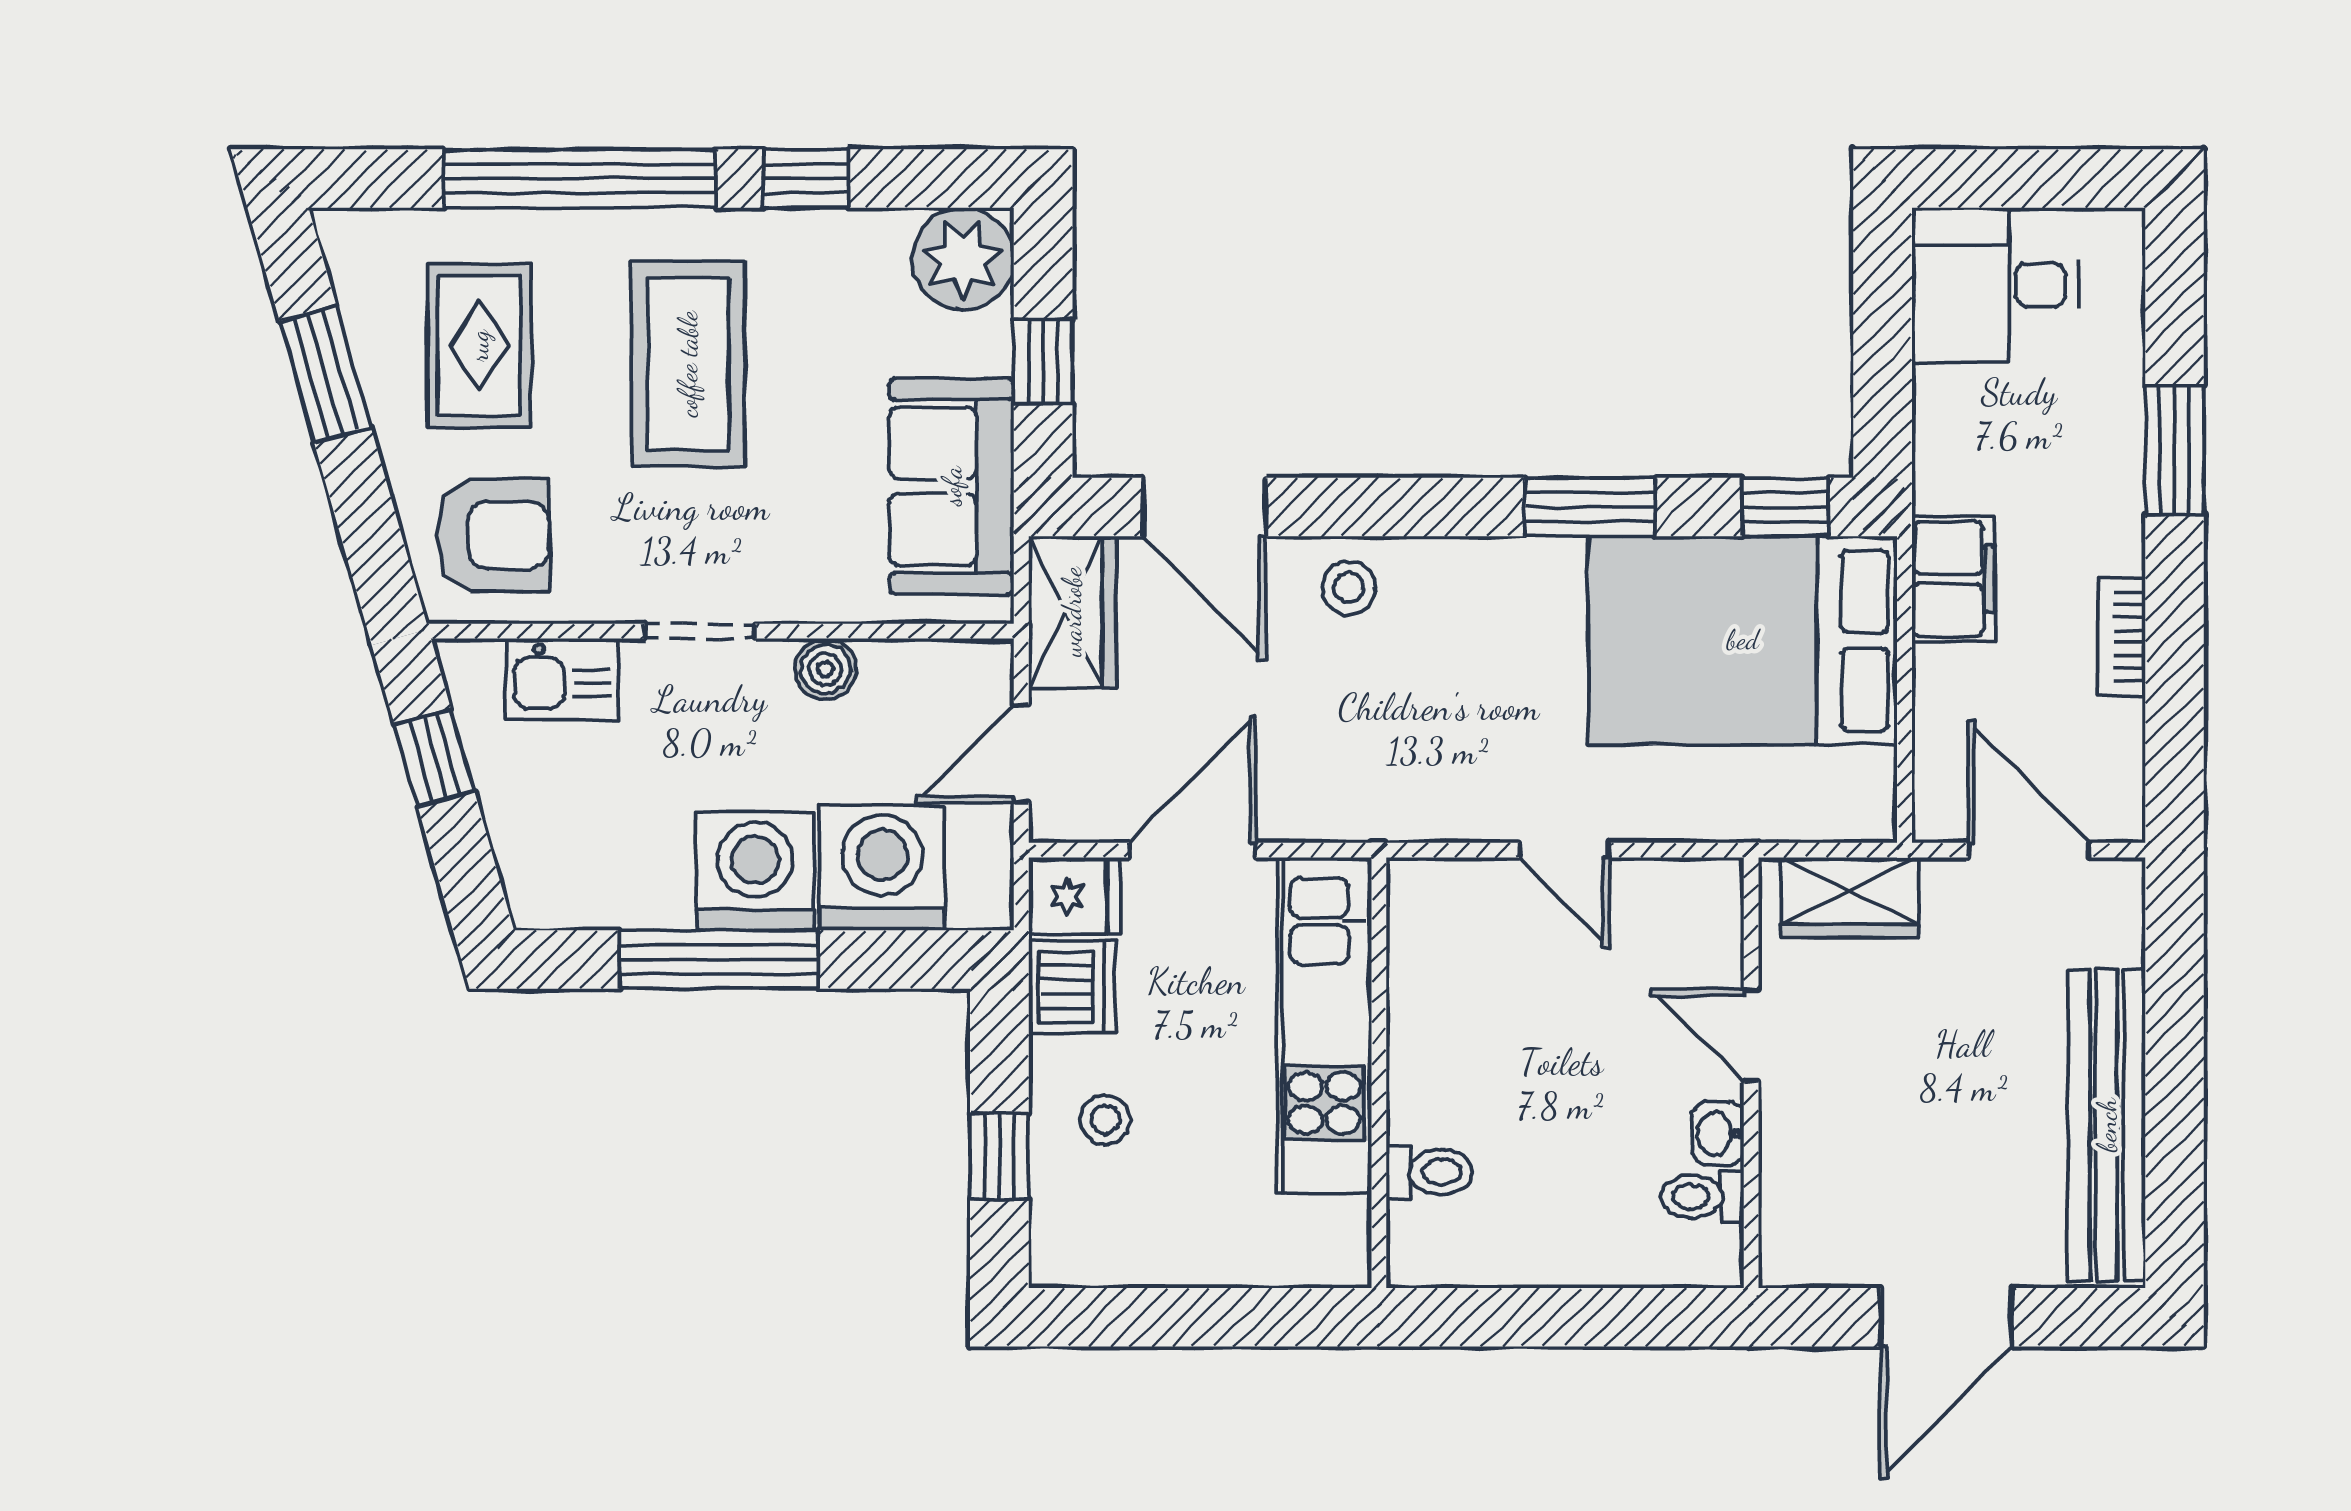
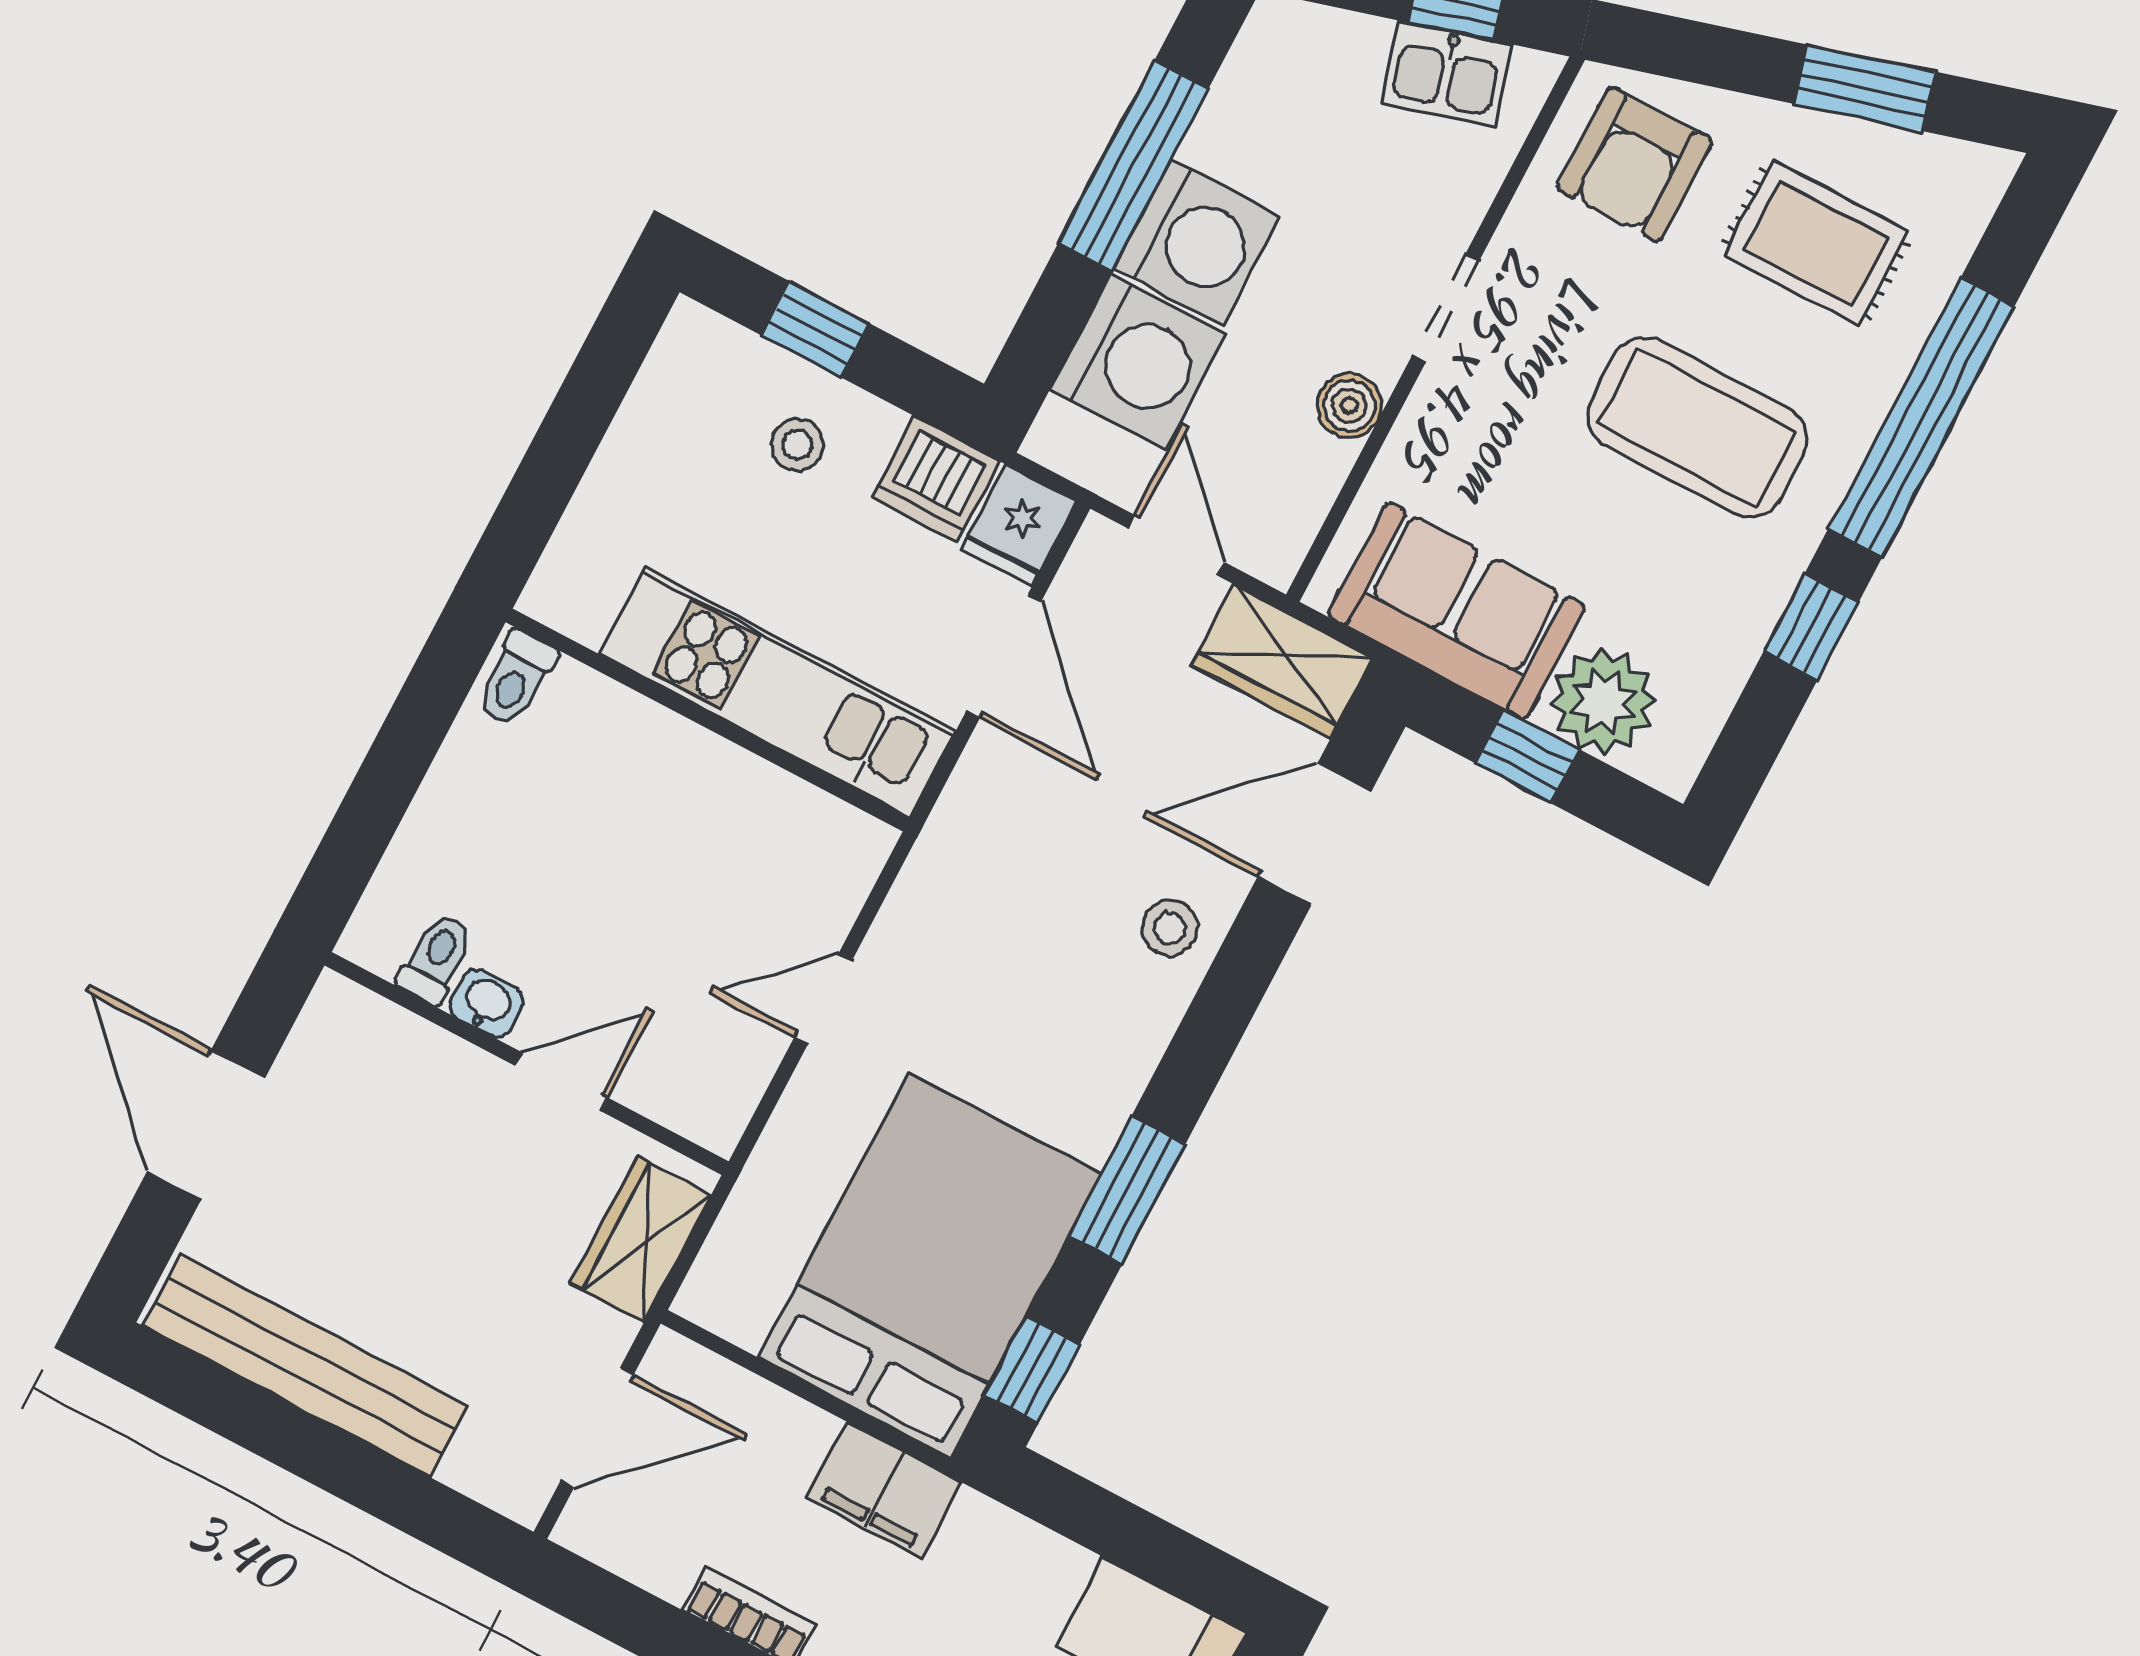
plant: (963, 259) -> (1603, 702), moved
kitchen sink: (562, 679) -> (1447, 74), moved, turned -106
toilet: (1429, 1172) -> (516, 679), moved

